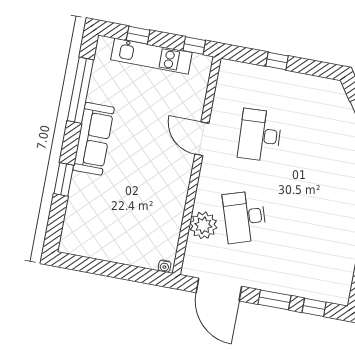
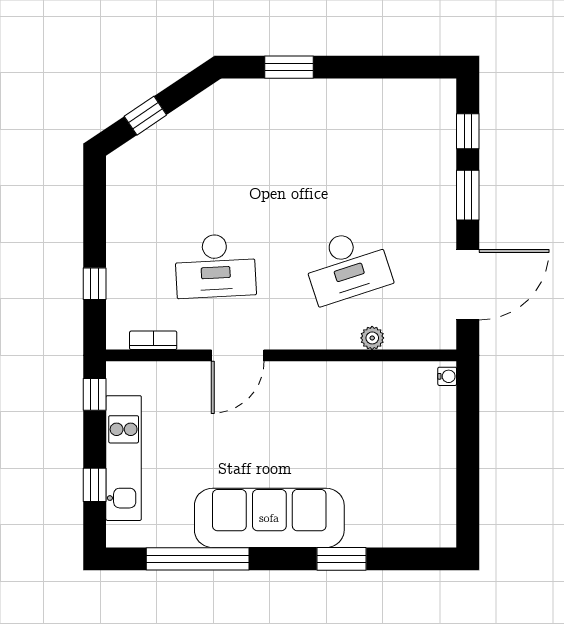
window: (277, 61) -> (95, 284), moved
bookcase: (221, 88) -> (153, 340), added
sofa: (94, 139) -> (269, 518), width x1.36, depth x1.27
plant: (203, 225) -> (372, 338), width x0.53, depth x0.53

